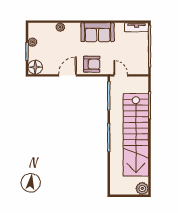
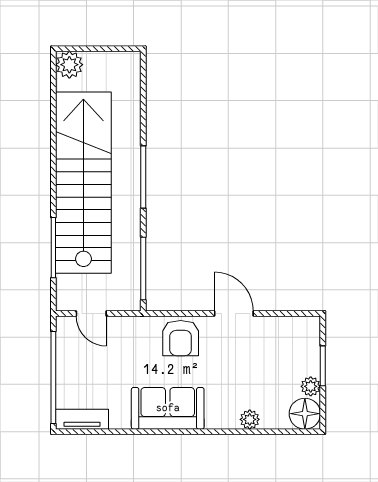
armchair: (92, 64) -> (181, 338), turned -90
floor lamp: (35, 67) -> (305, 414), moved
door: (67, 75) -> (234, 313), swing flipped
door: (121, 75) -> (91, 313), moved

